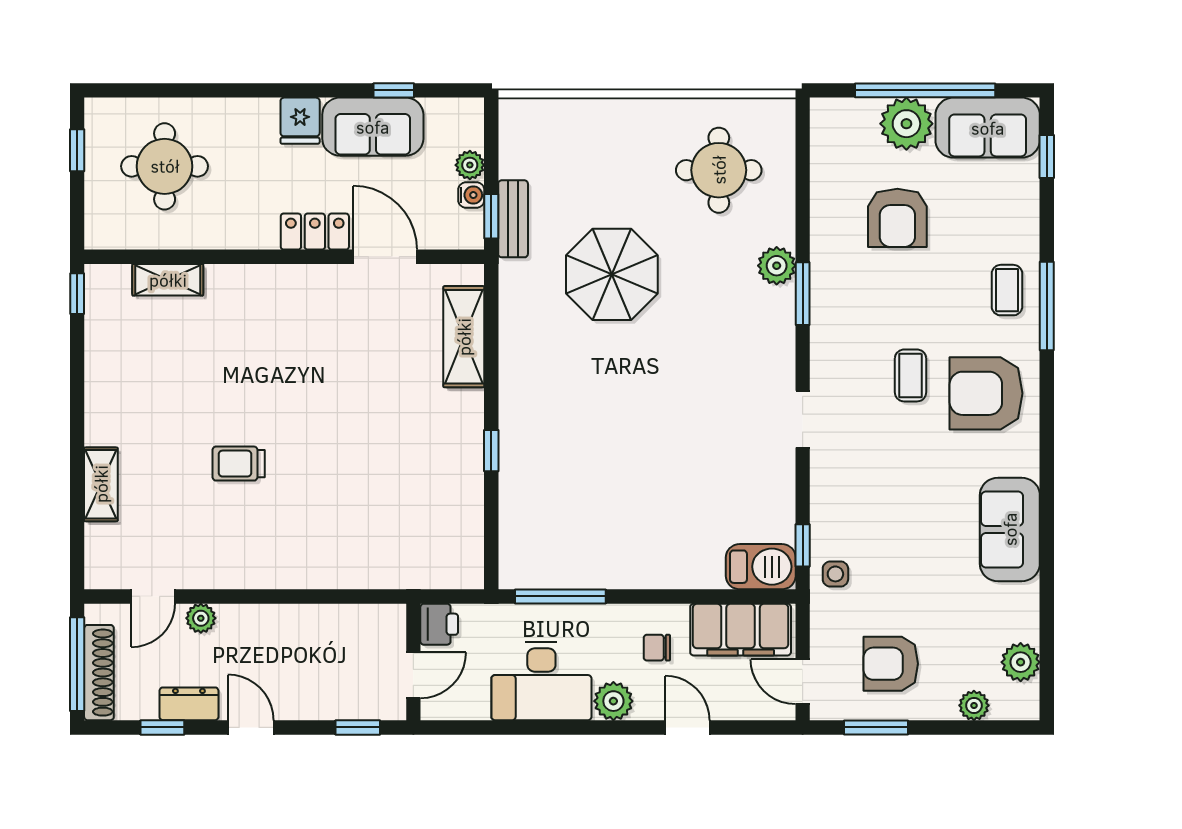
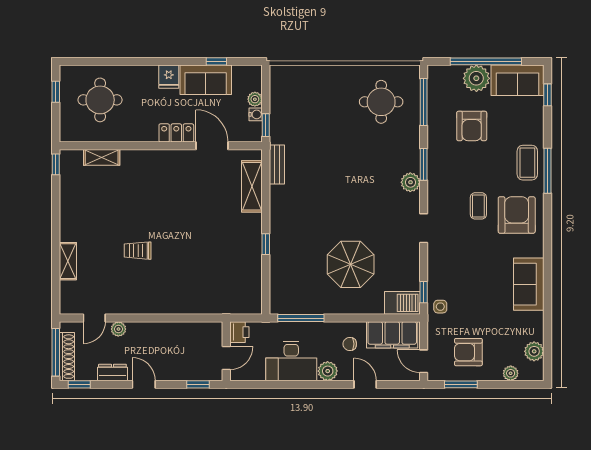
window: (803, 171) -> (424, 102), added
bench: (513, 219) -> (277, 165), moved
plant: (777, 266) -> (410, 182), moved
parasol: (612, 274) -> (351, 264), moved
coffee table: (1007, 290) -> (527, 163), width x1.36, depth x1.30
armchair: (986, 393) -> (517, 215), turned 90
window: (162, 727) -> (79, 384), moved

